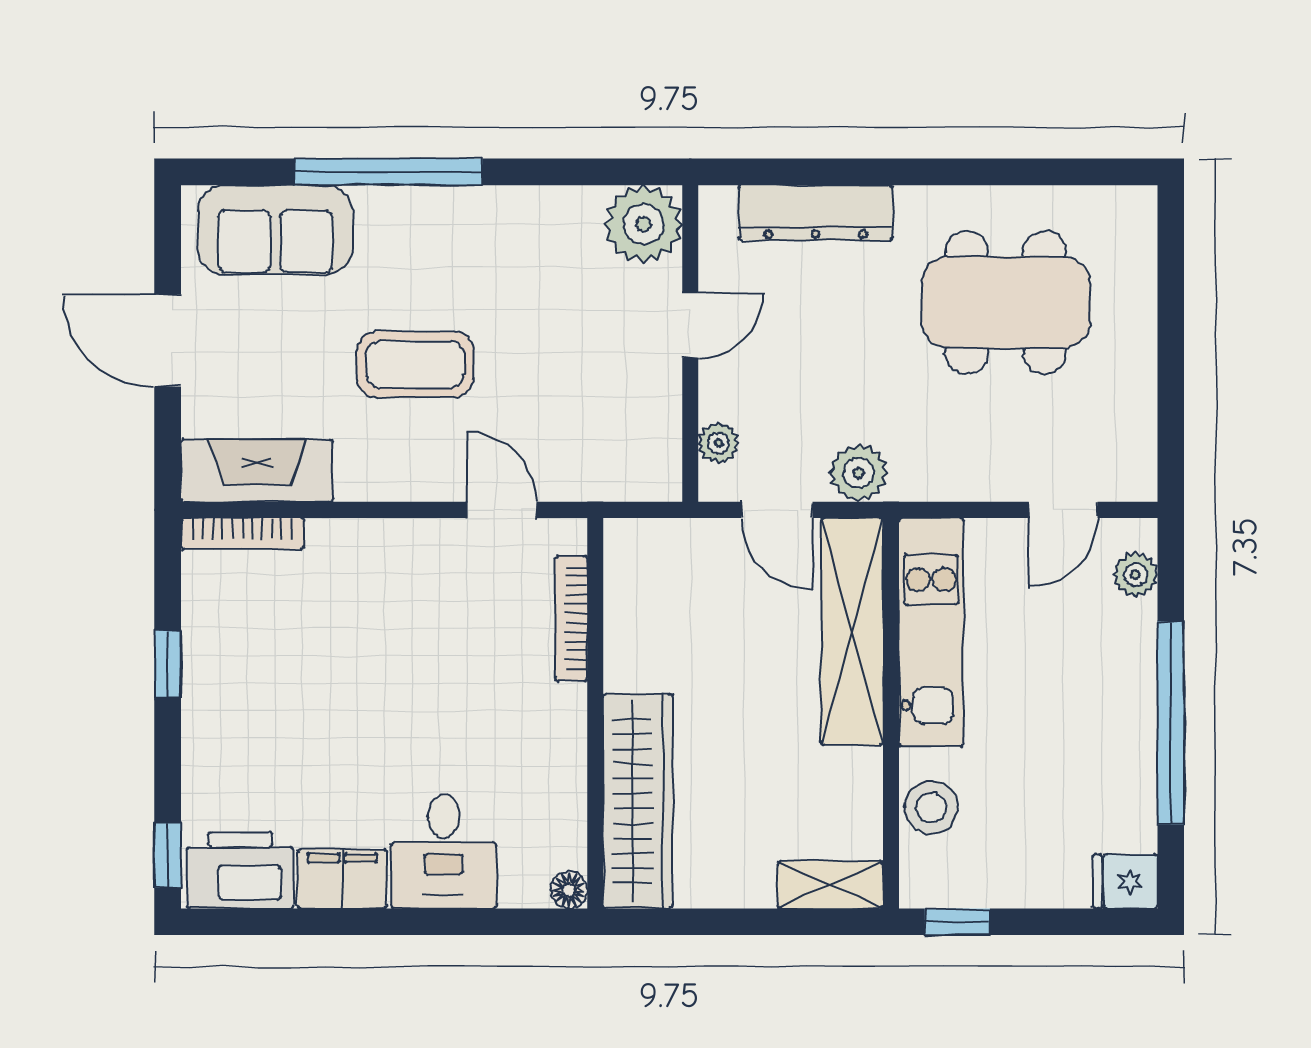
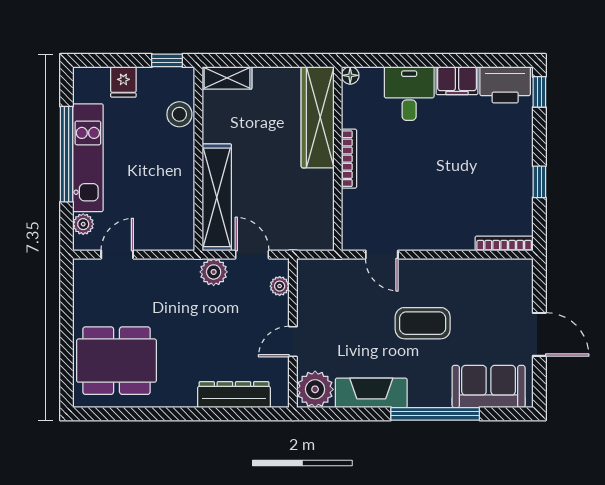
dining table: (1006, 302) -> (117, 361), moved
fireplace: (257, 471) -> (371, 393), moved, turned 180
bookcase: (571, 618) -> (349, 159), moved
kitchen unit: (931, 632) -> (88, 158), moved, turned 180
fridge: (1125, 881) -> (123, 82), moved, turned 90

